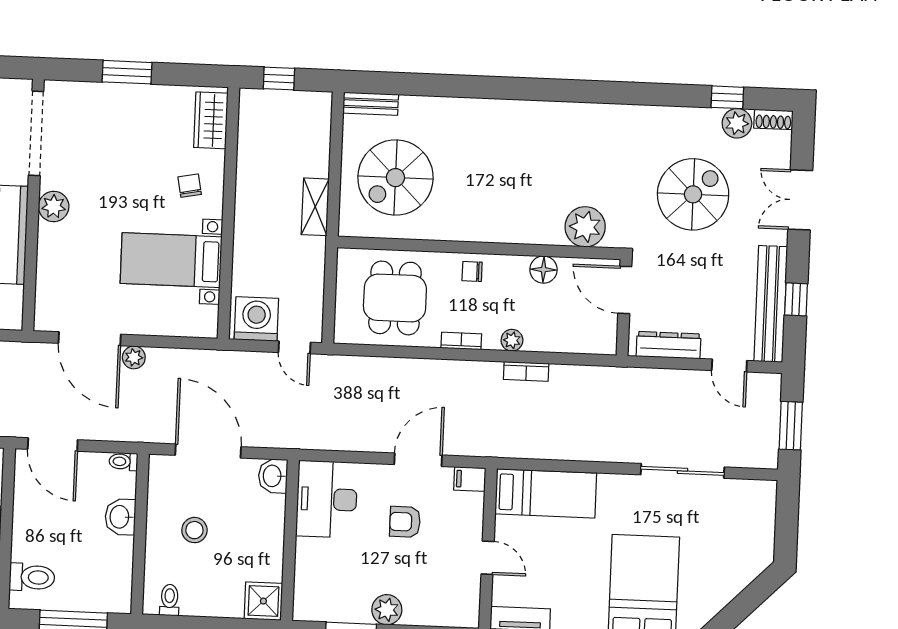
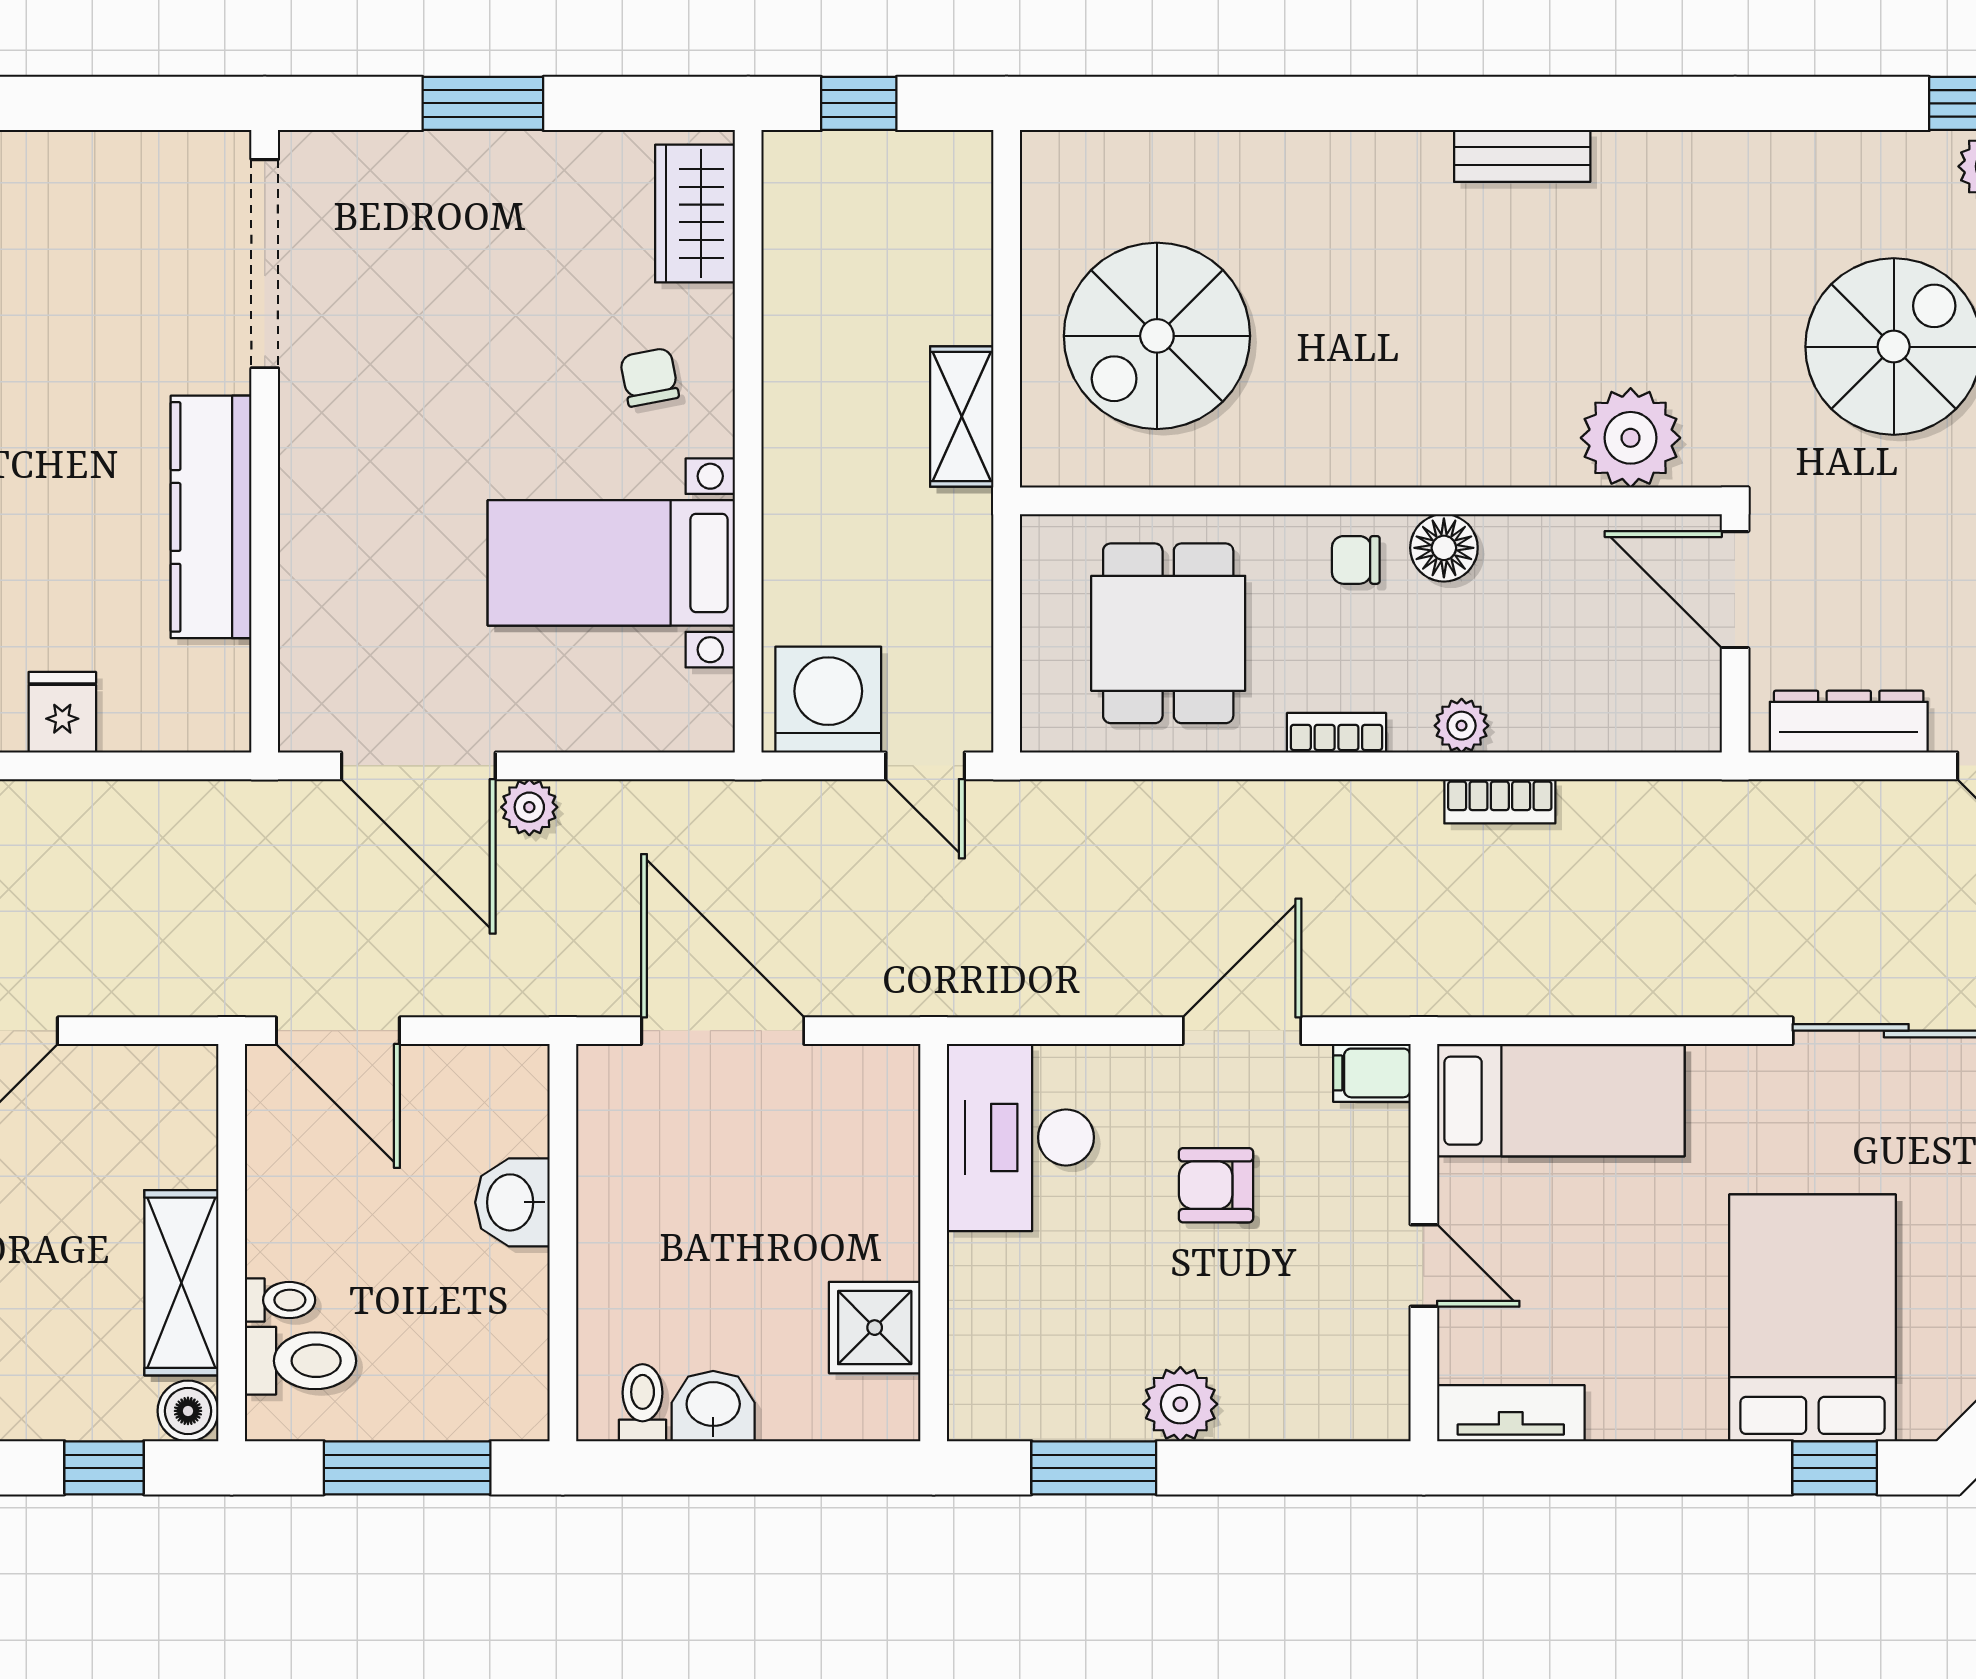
bench: (371, 104) -> (1522, 156), moved
plant: (54, 206) -> (316, 443), removed
floor lamp: (543, 270) -> (1444, 548), moved
toilet: (123, 462) -> (280, 1300), moved, turned 180
washbasin: (273, 476) -> (713, 1406), moved, turned 90
stool: (194, 530) -> (697, 1227), removed
shower: (263, 601) -> (875, 1328), moved

